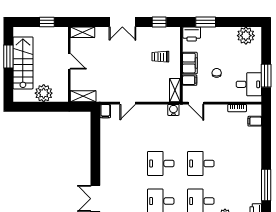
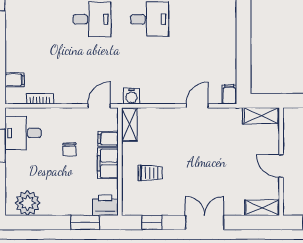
door: (196, 103) -> (99, 106), hinge flipped

